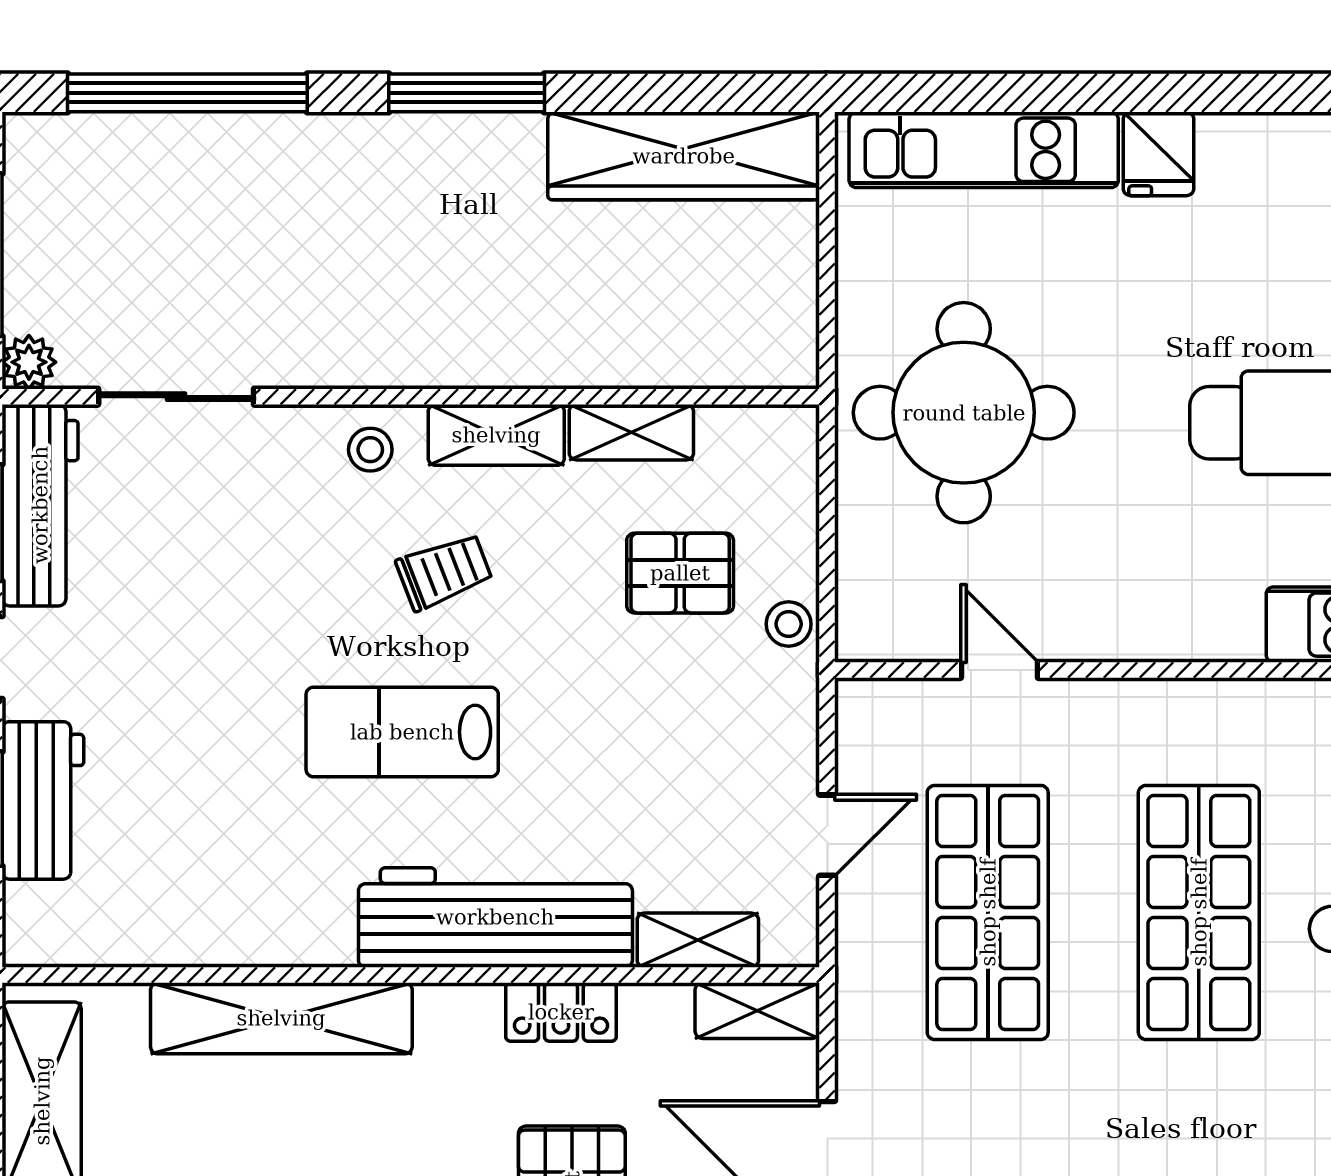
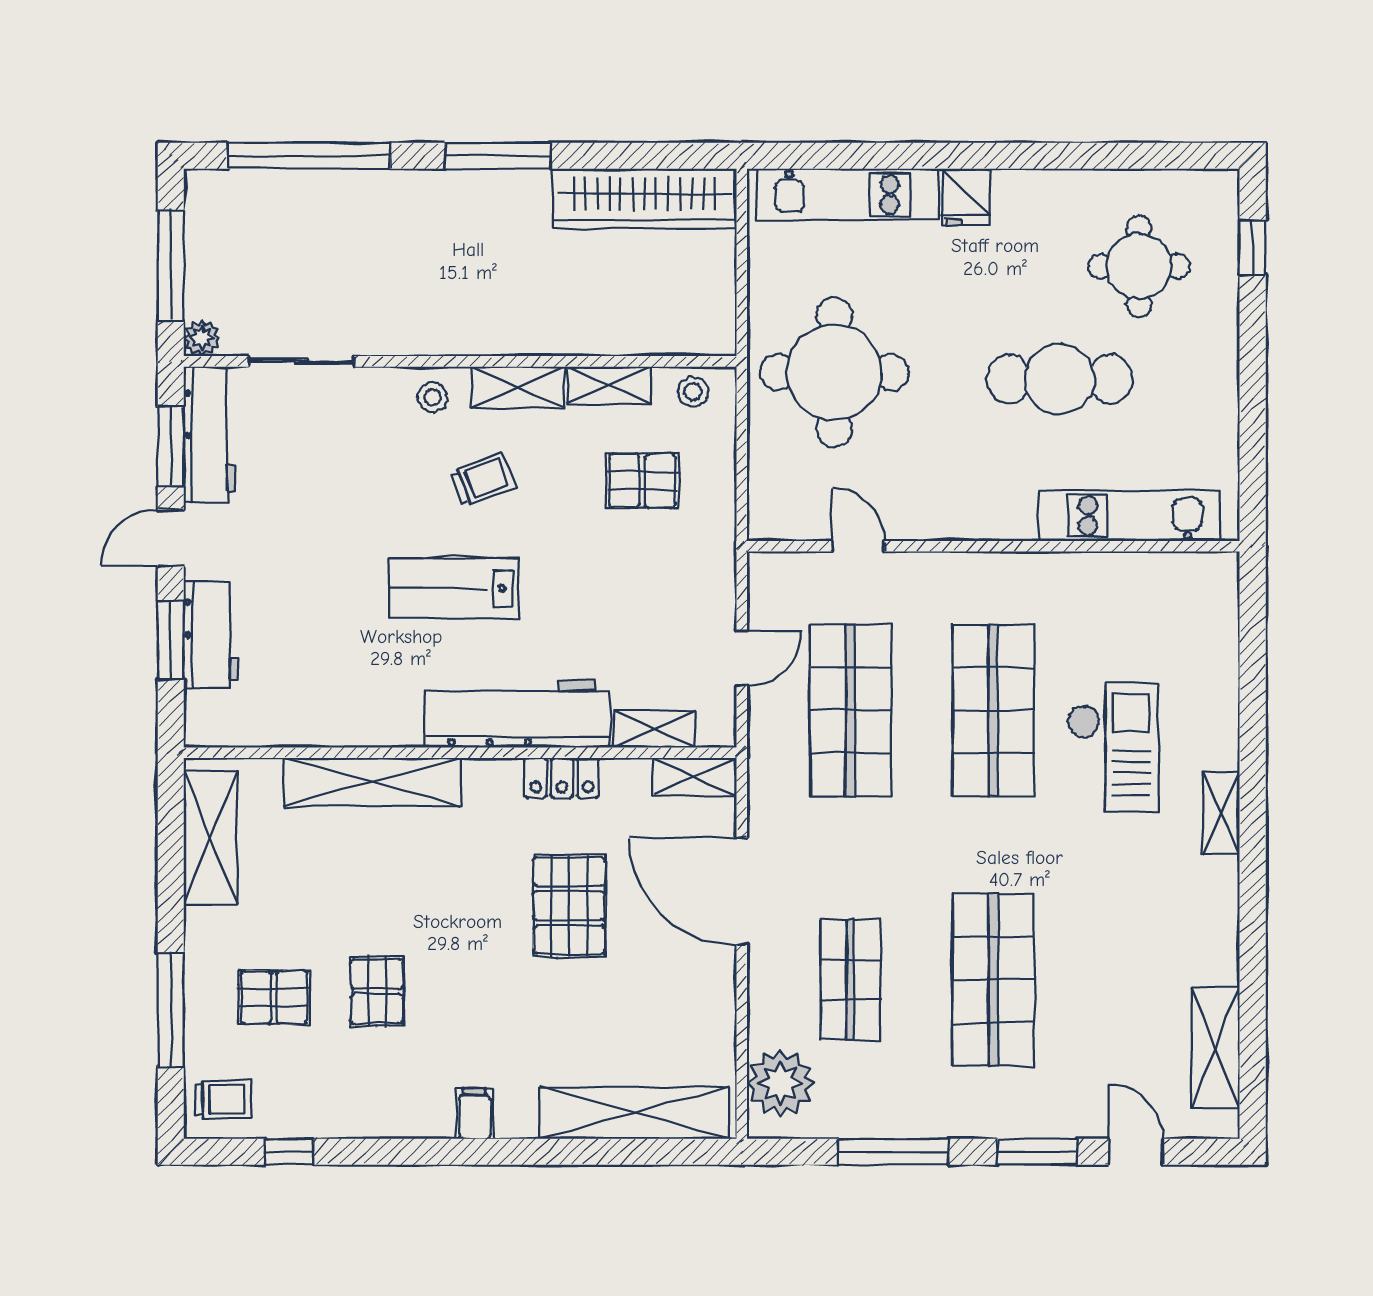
stool: (789, 624) -> (693, 392), moved

